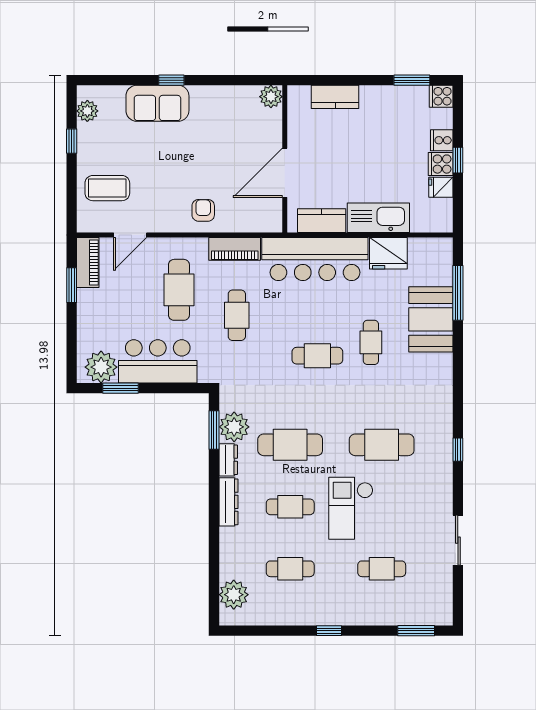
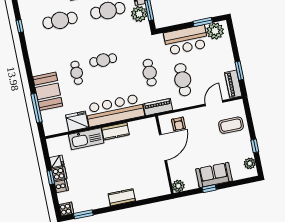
plant: (271, 97) -> (178, 186), moved
wall: (285, 159) -> (164, 155), moved
door: (285, 173) -> (163, 148), moved

